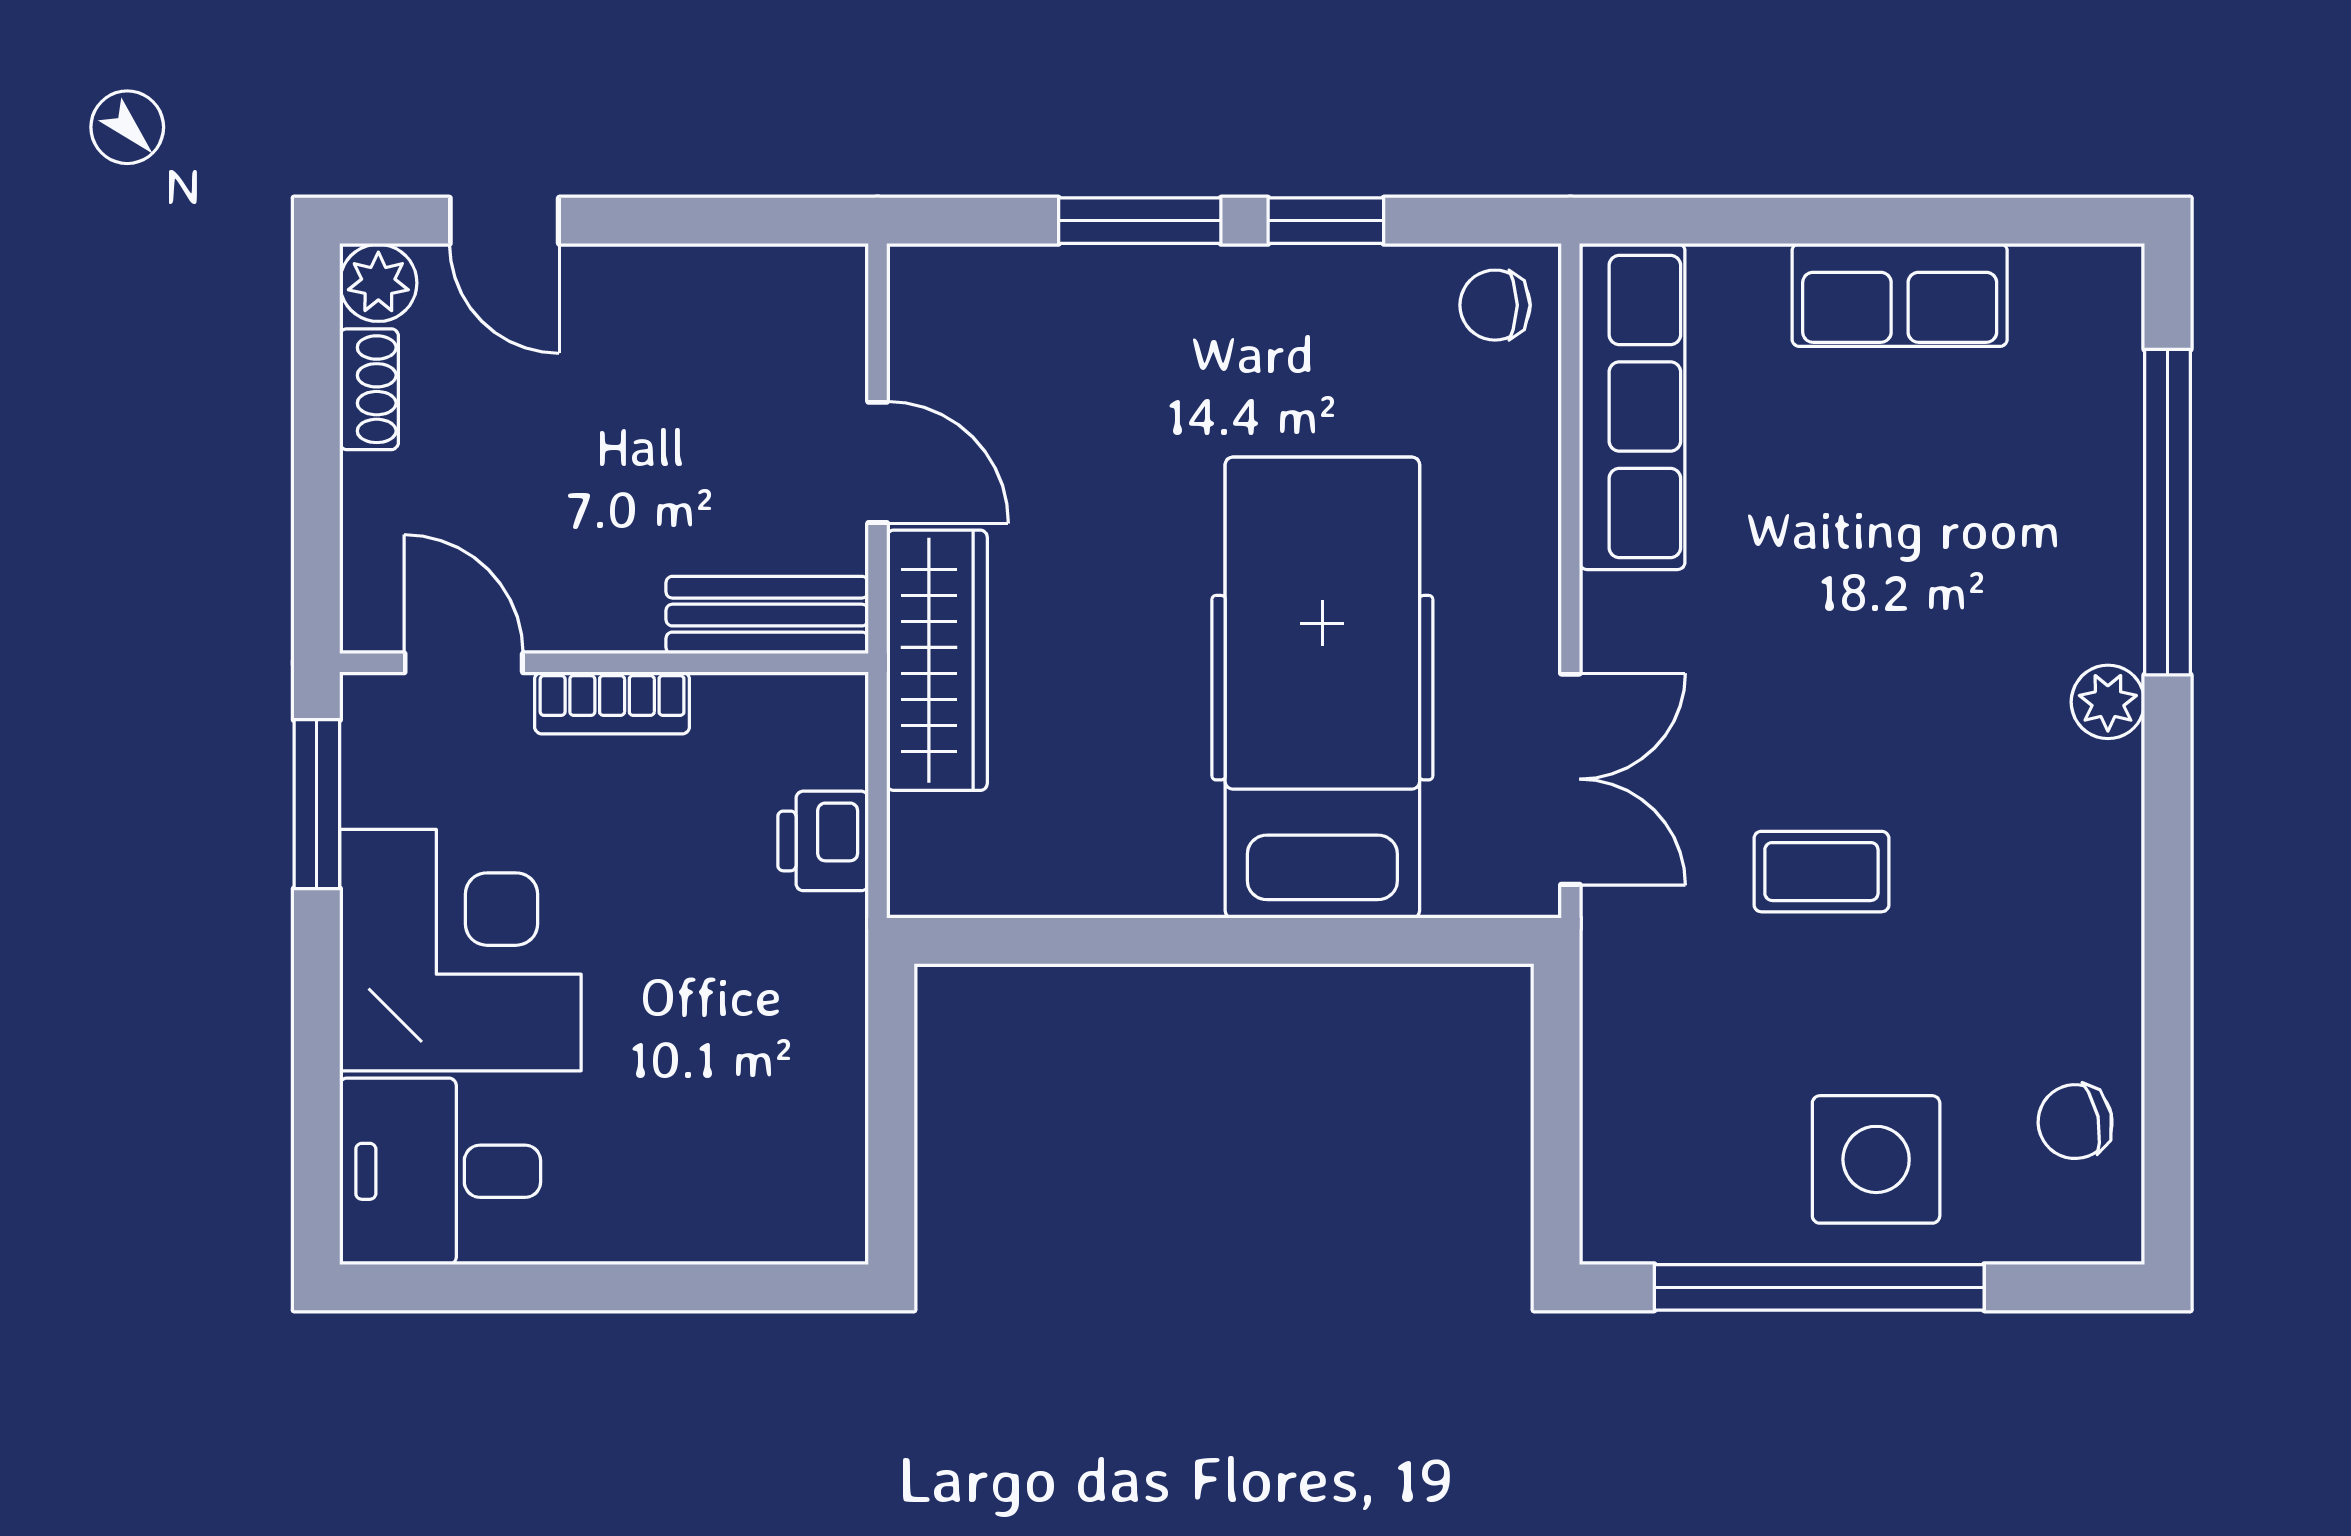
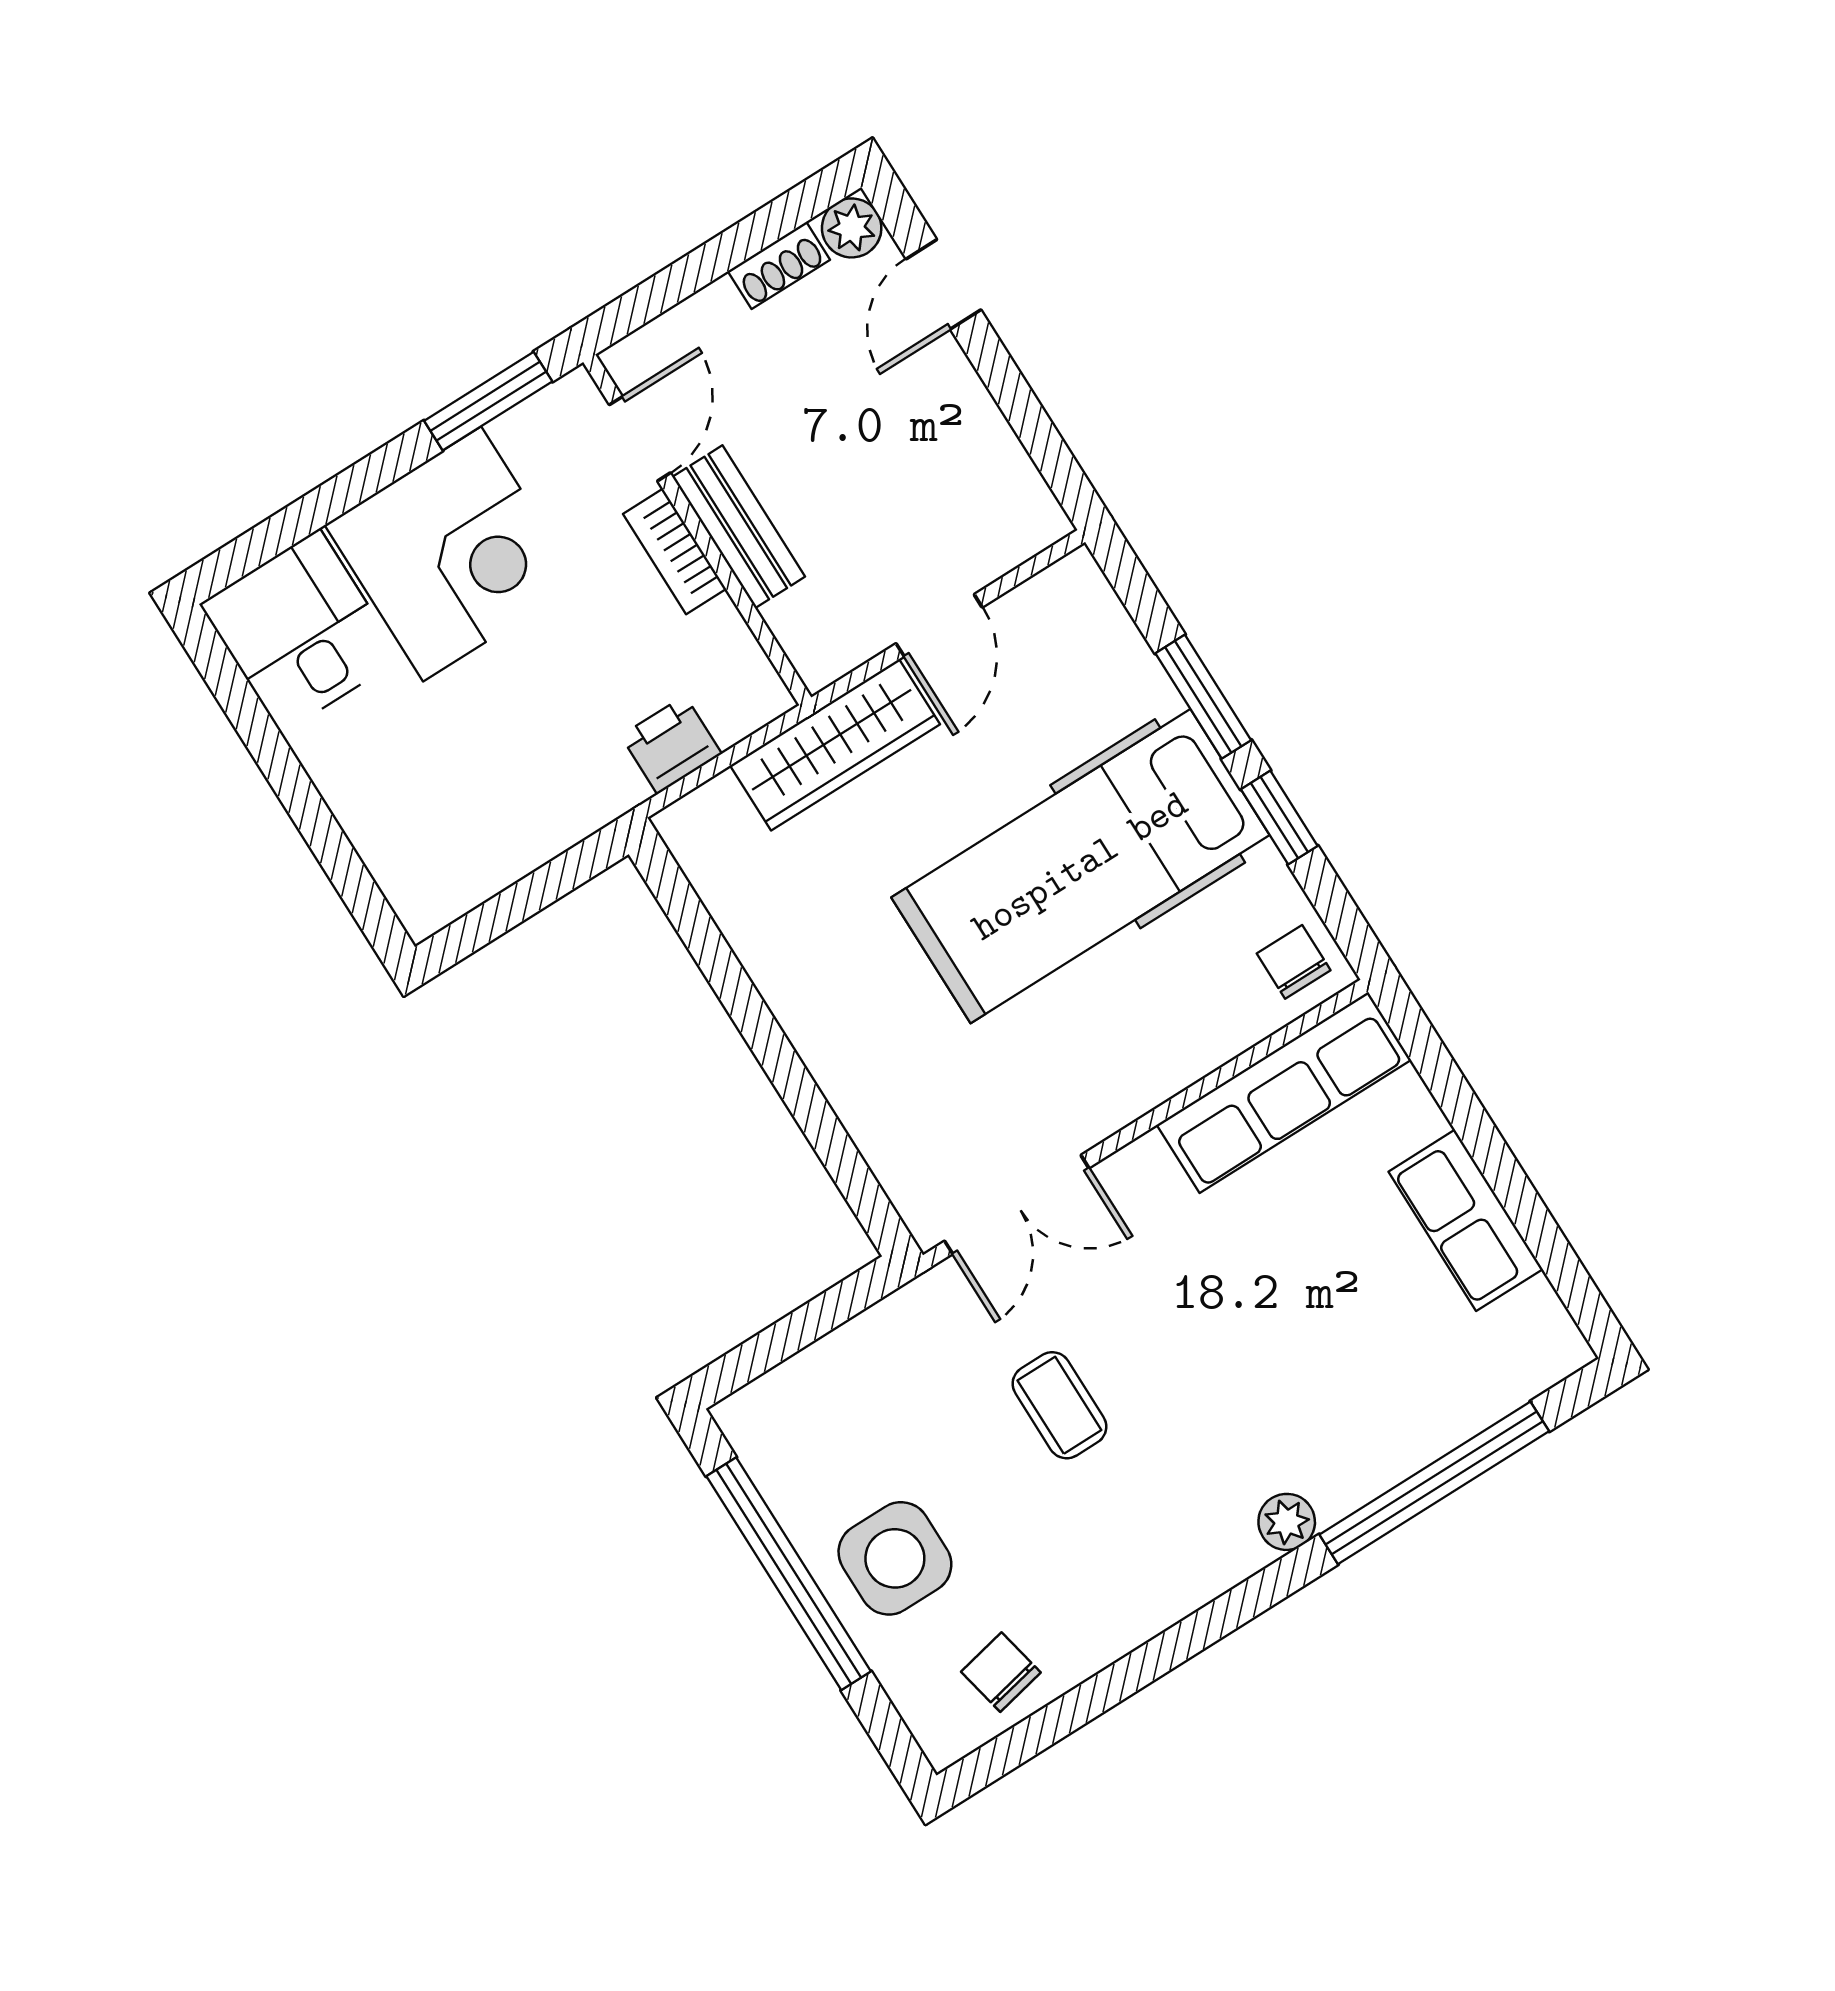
bench: (767, 615) -> (739, 527), moved
hospital bed: (1322, 688) -> (1080, 866), moved, turned 180

